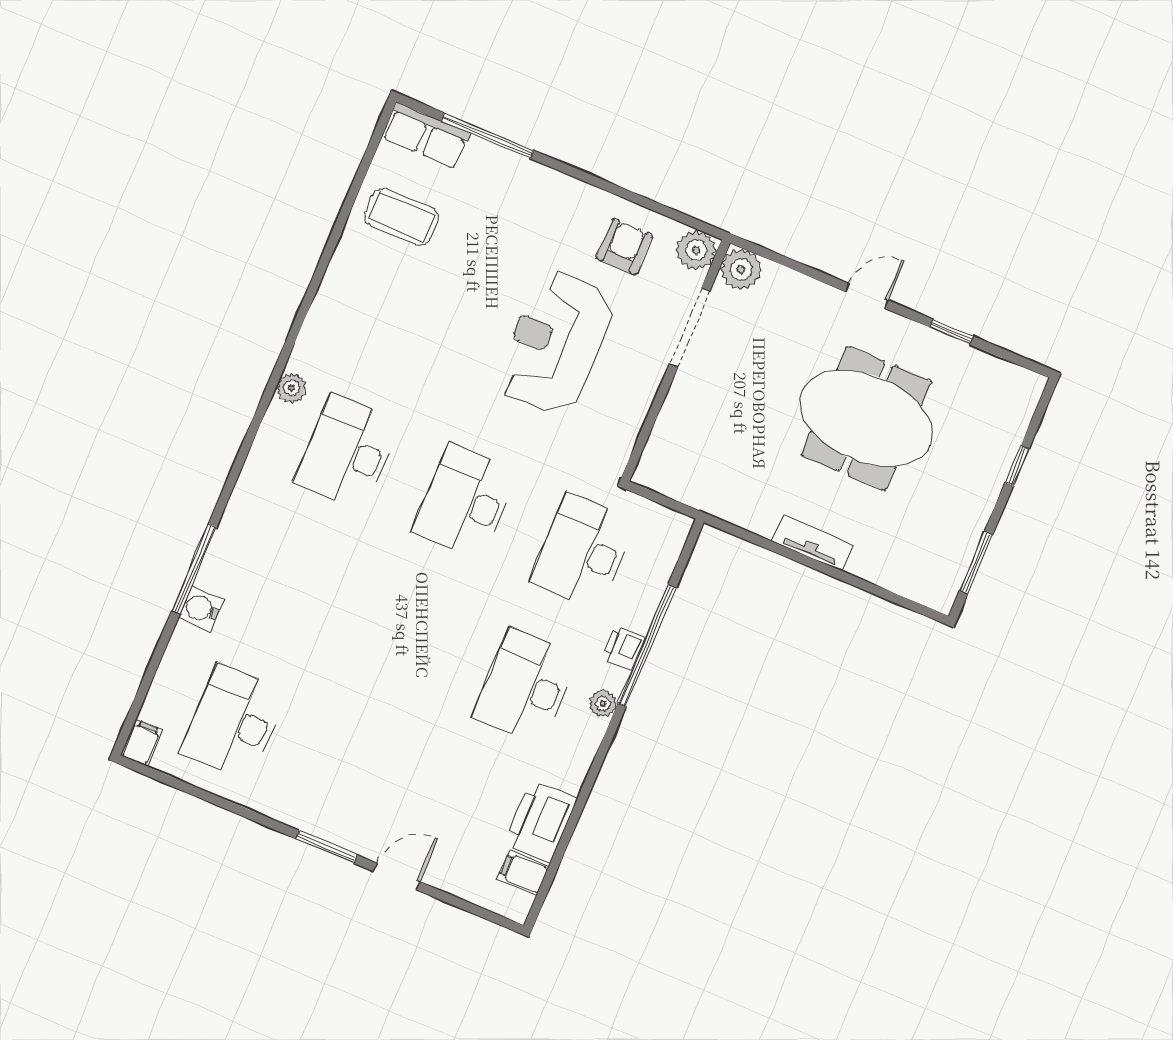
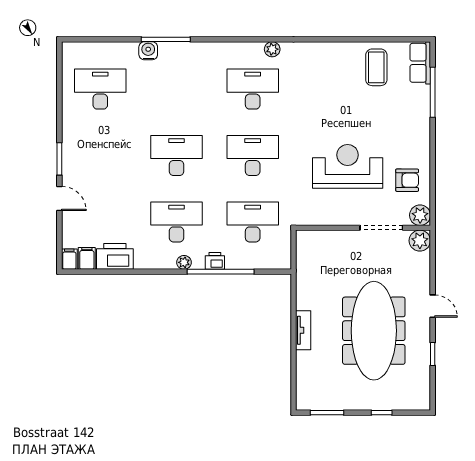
meeting table: (866, 418) -> (374, 331), width x1.36
desk: (408, 637) -> (176, 156), added
filing cabinet: (142, 743) -> (69, 259), moved, turned -90

